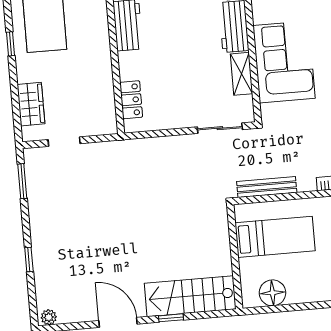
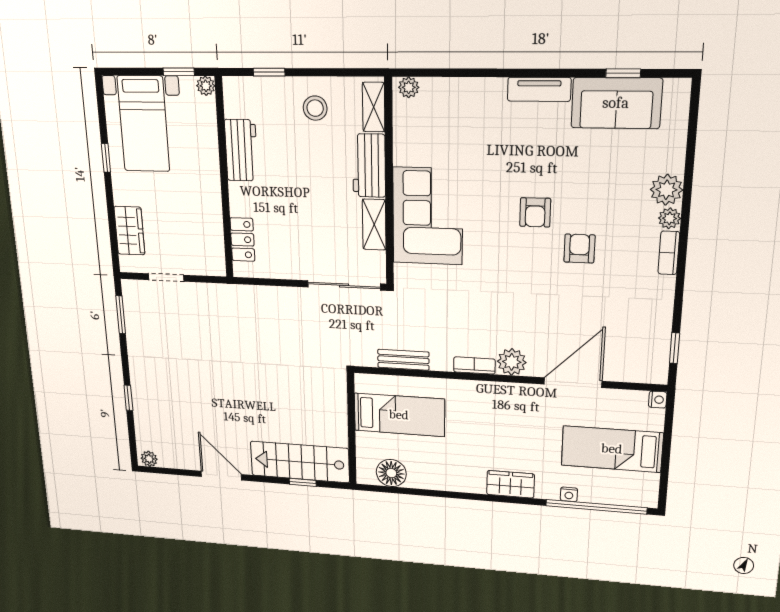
sliding door: (220, 128) -> (344, 285), width x1.37
bench: (267, 187) -> (403, 360), width x0.73
window: (171, 318) -> (303, 482), moved

